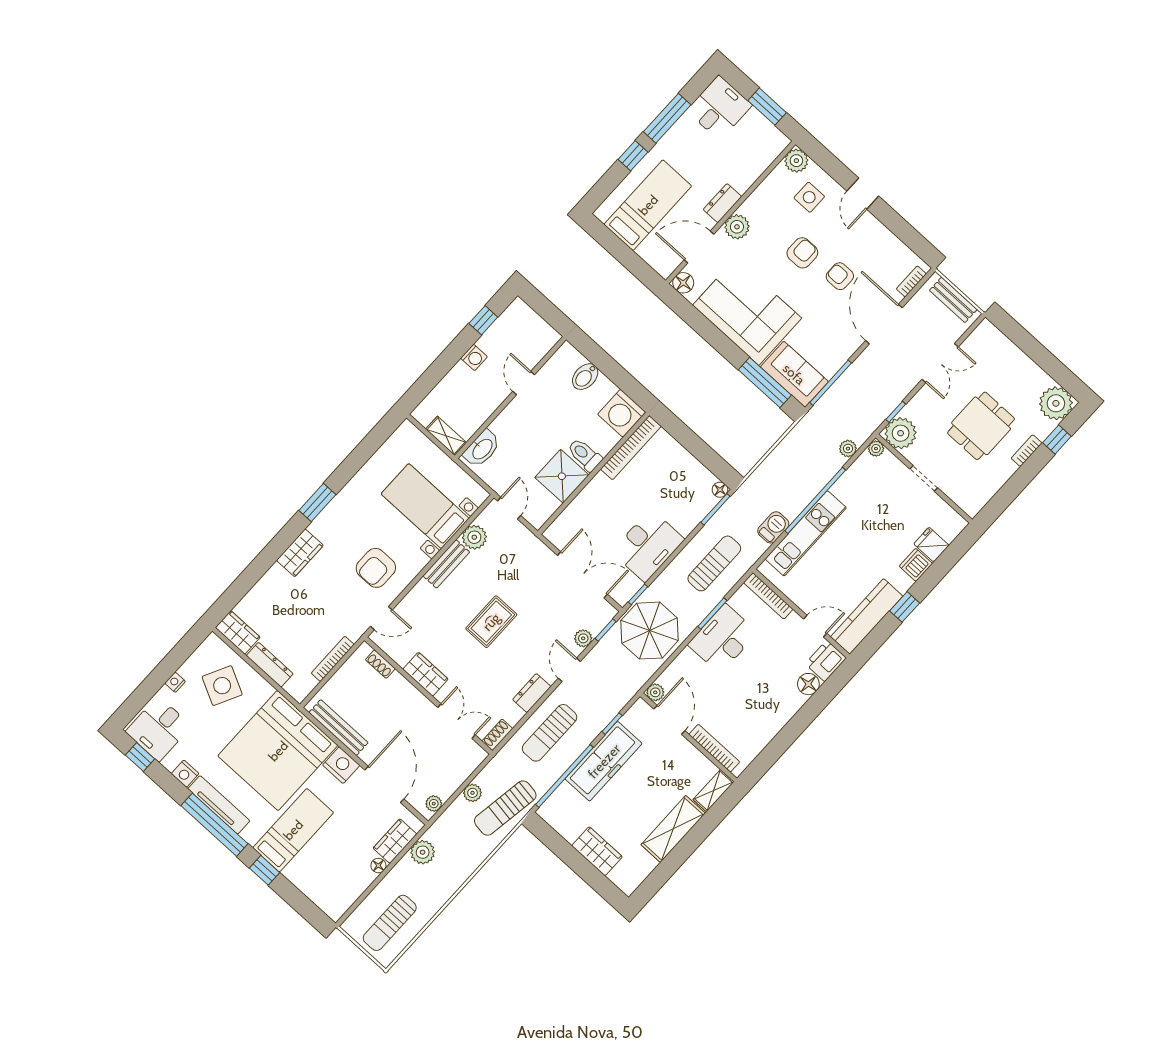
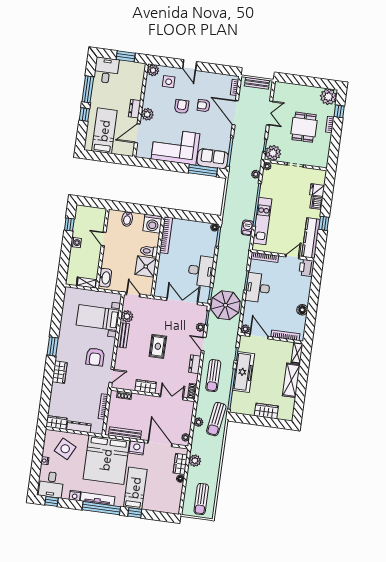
floor lamp: (683, 283) -> (141, 153), removed
sun lounger: (714, 563) -> (233, 259), removed
floor lamp: (808, 684) -> (302, 310), moved

